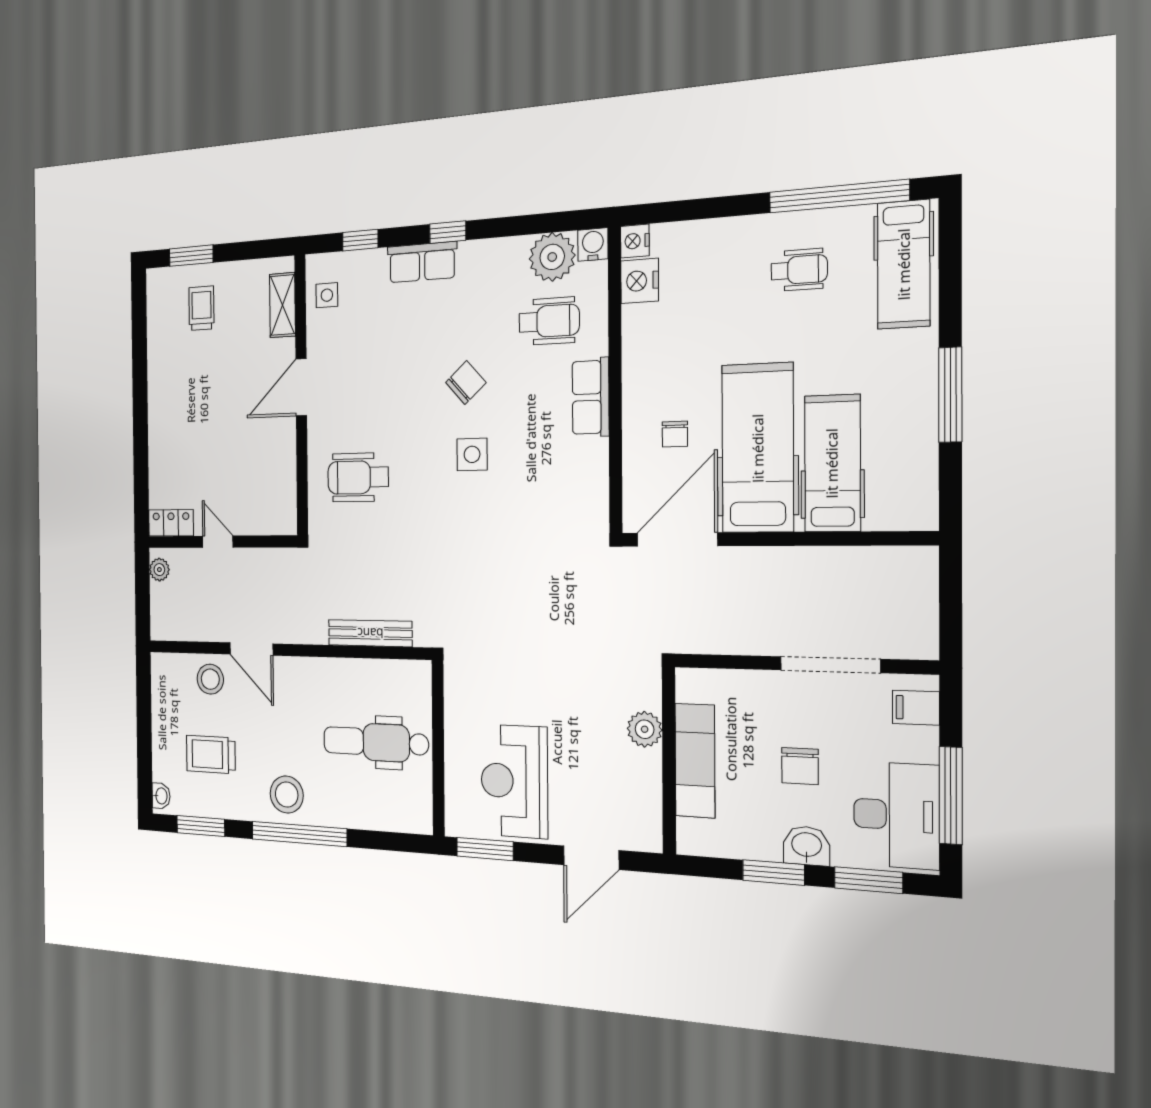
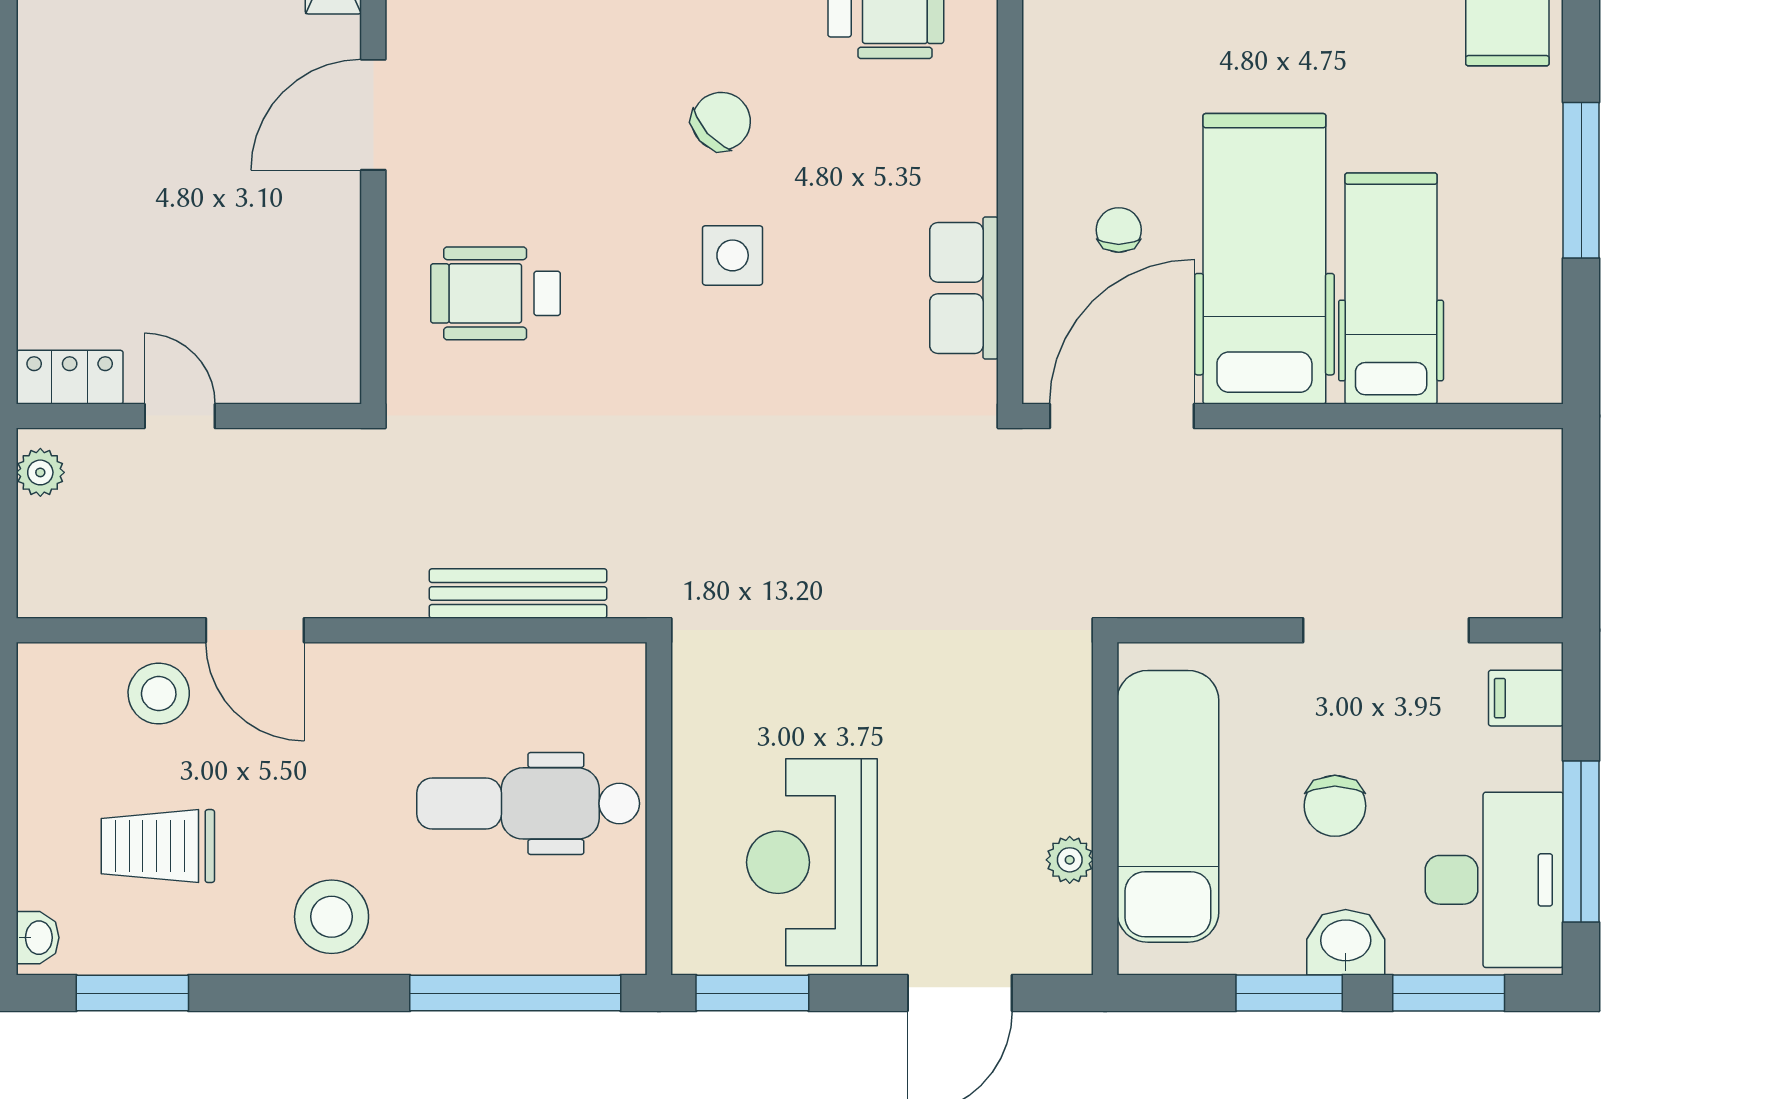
row of seats: (591, 397) -> (964, 288), moved
chair: (675, 434) -> (1119, 230), turned 180
plant: (645, 729) -> (1070, 860), moved, width x0.73, depth x0.73
exam couch: (695, 761) -> (1168, 806), width x1.36, depth x1.45
window: (299, 834) -> (515, 993), moved

